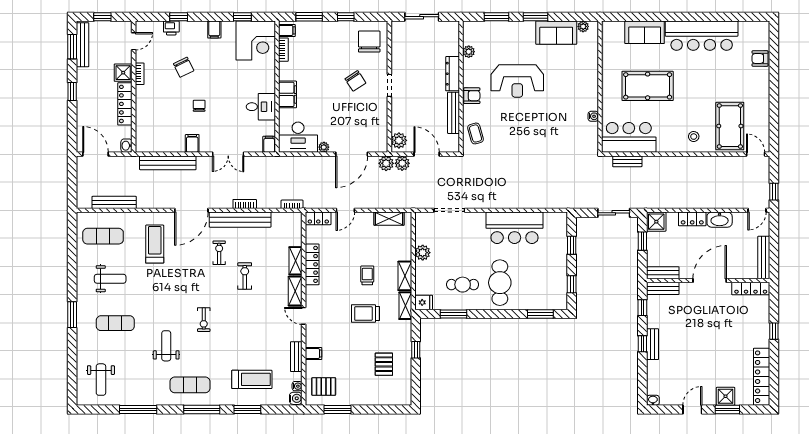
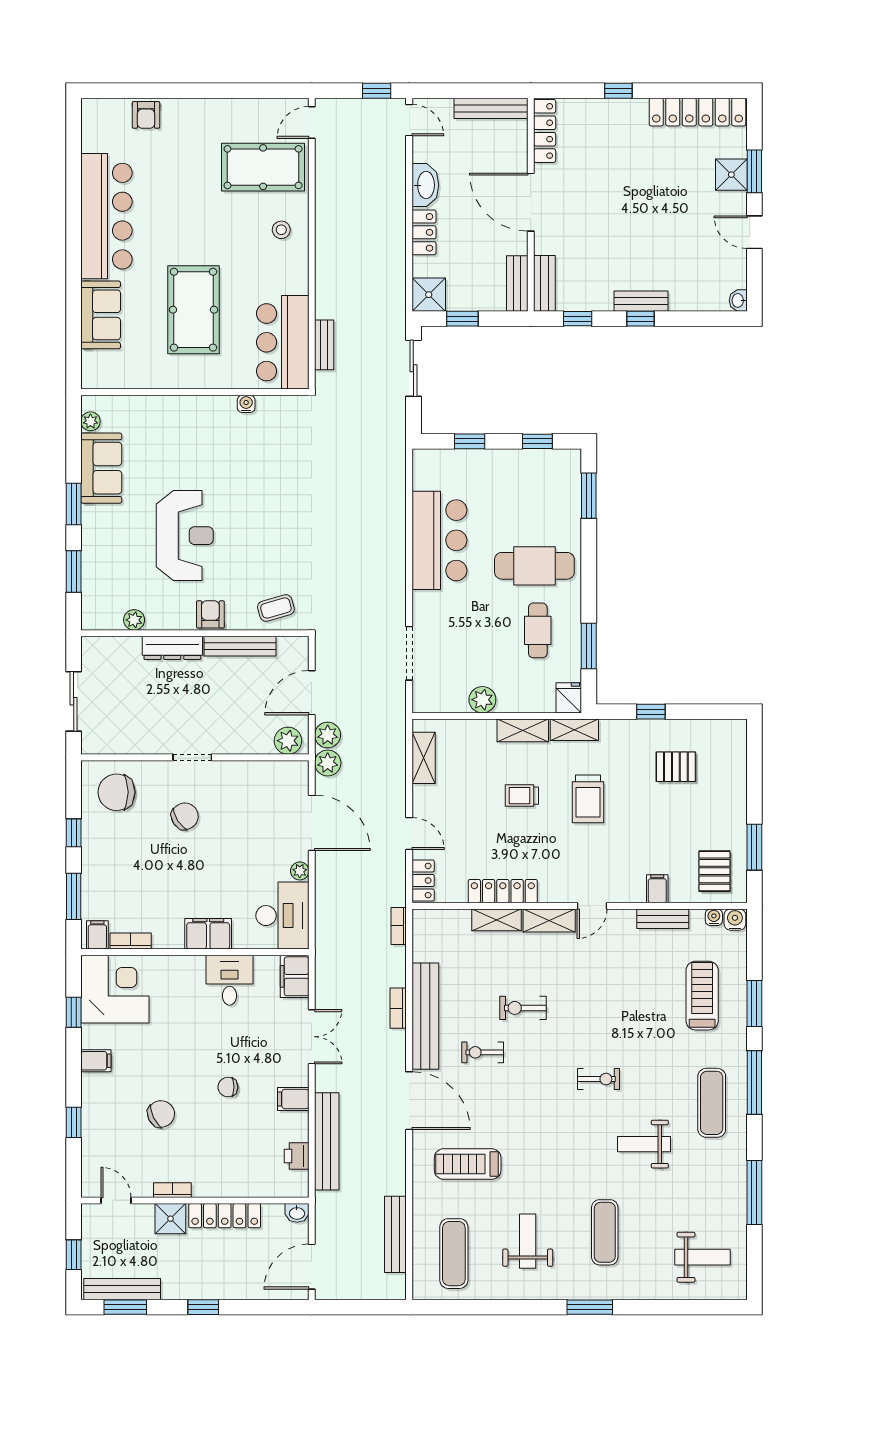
printer: (171, 28) -> (297, 1156), moved, turned 180
filing cabinet: (269, 144) -> (295, 976), width x2.00

